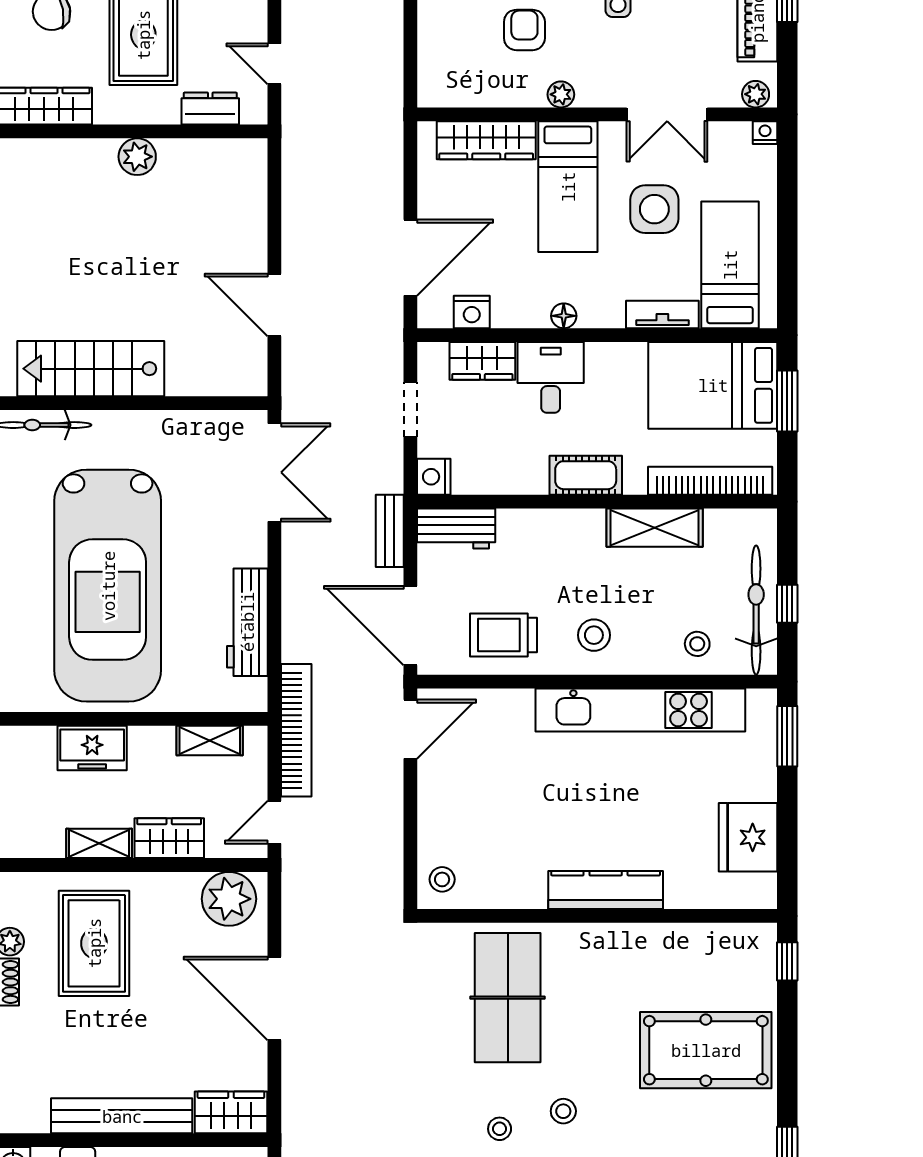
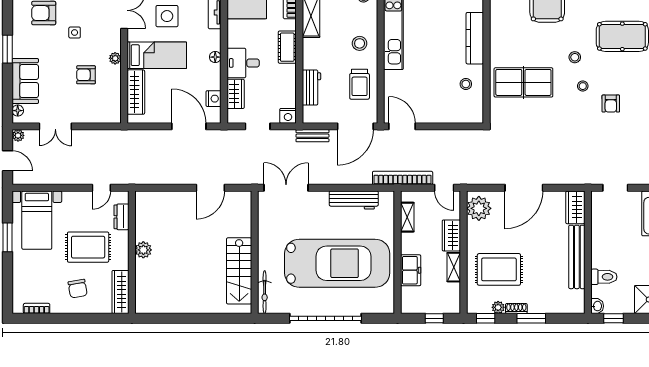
workbench: (456, 529) -> (311, 88), moved
stool: (442, 879) -> (466, 84), moved

